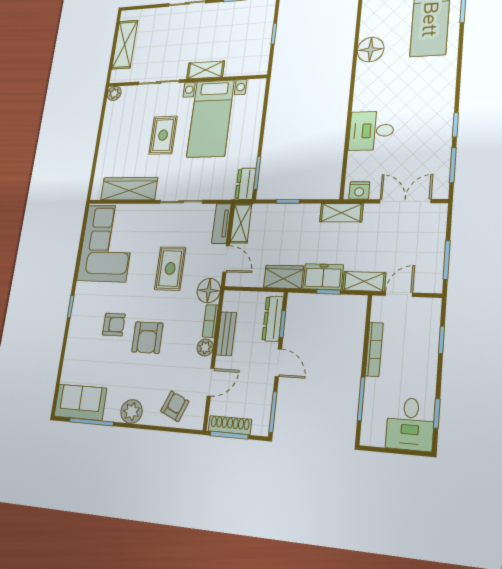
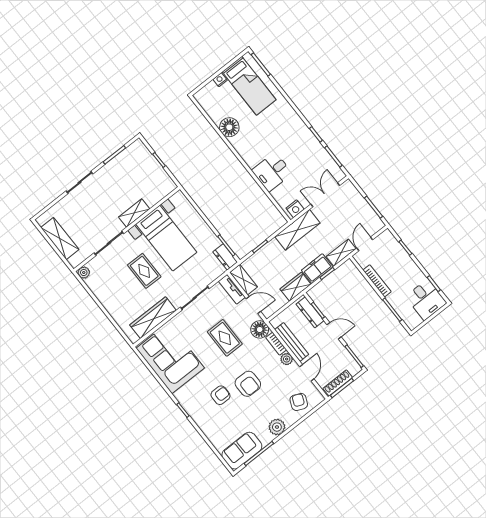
shelving: (341, 213) -> (297, 230), width x1.50, depth x1.33
bench: (226, 334) -> (292, 342), width x1.36

